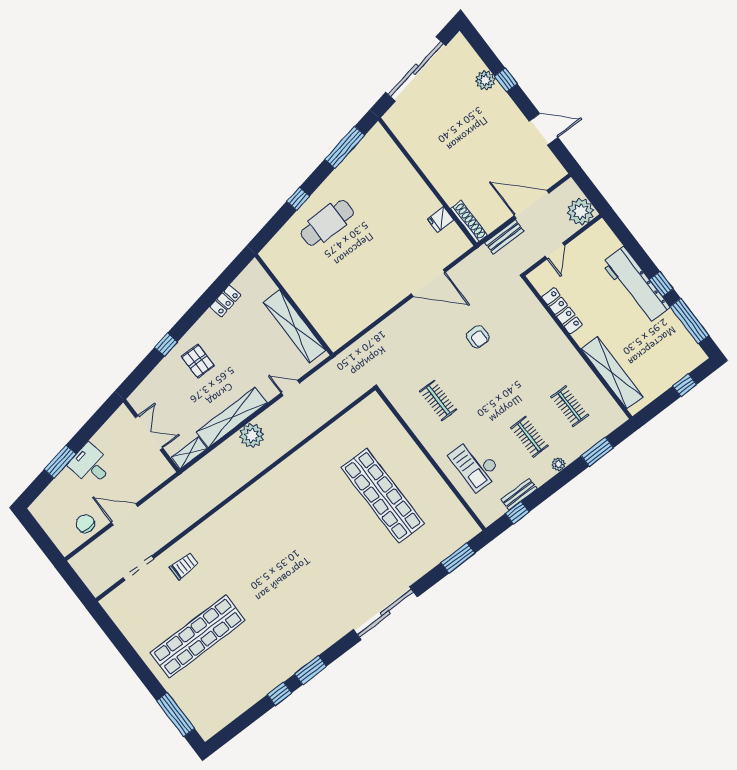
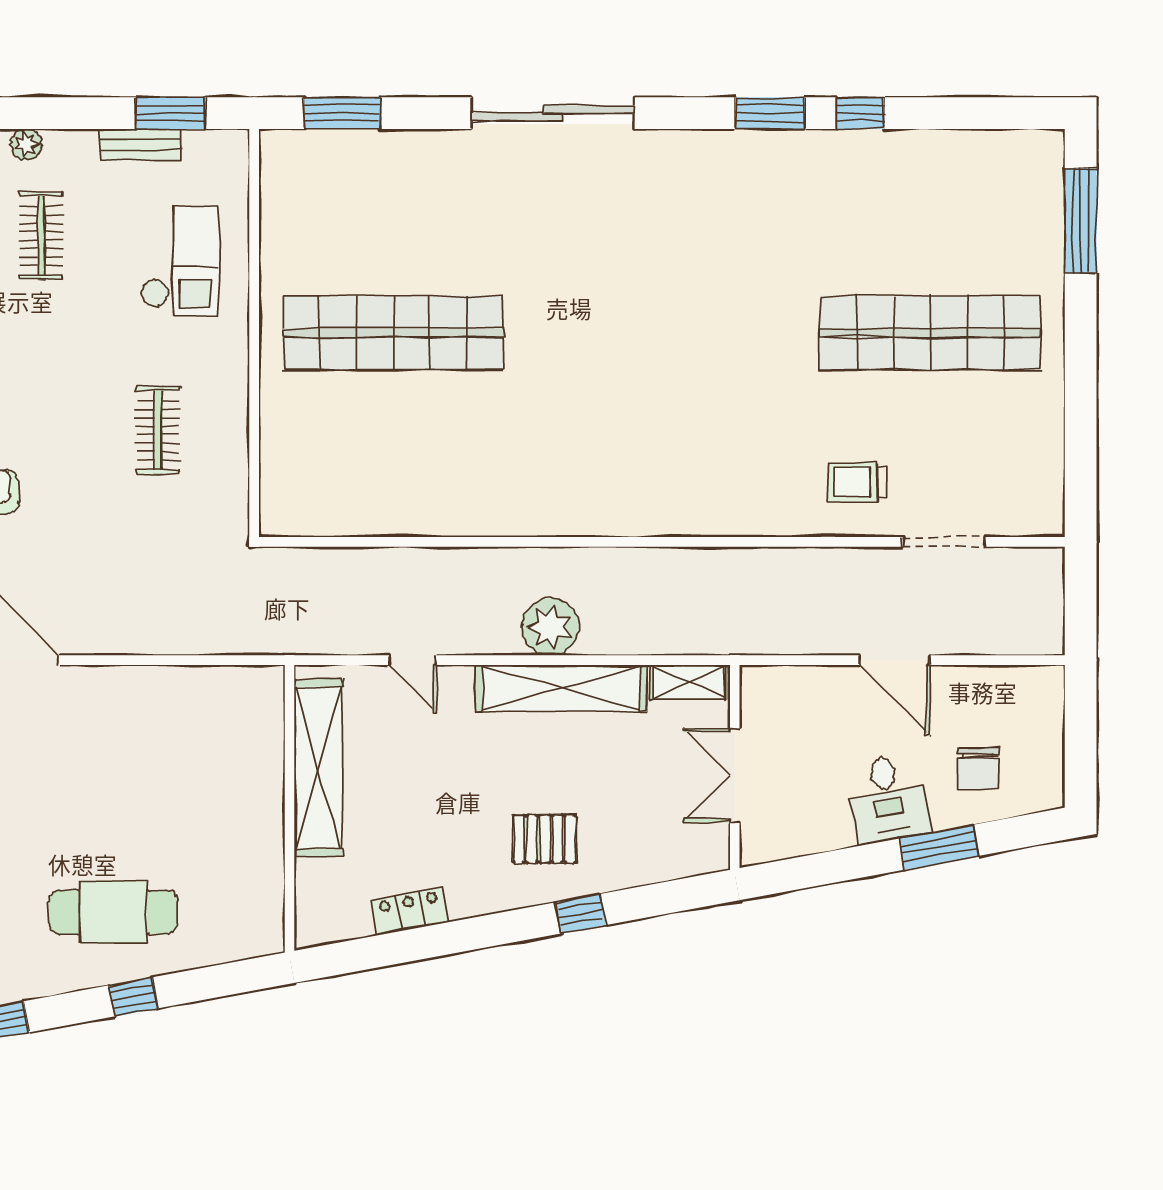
pallet: (198, 361) -> (545, 839), turned 90
shop shelf: (383, 496) -> (393, 333), turned 90
window: (517, 513) -> (170, 113), width x1.50
chair: (85, 524) -> (978, 768), moved

